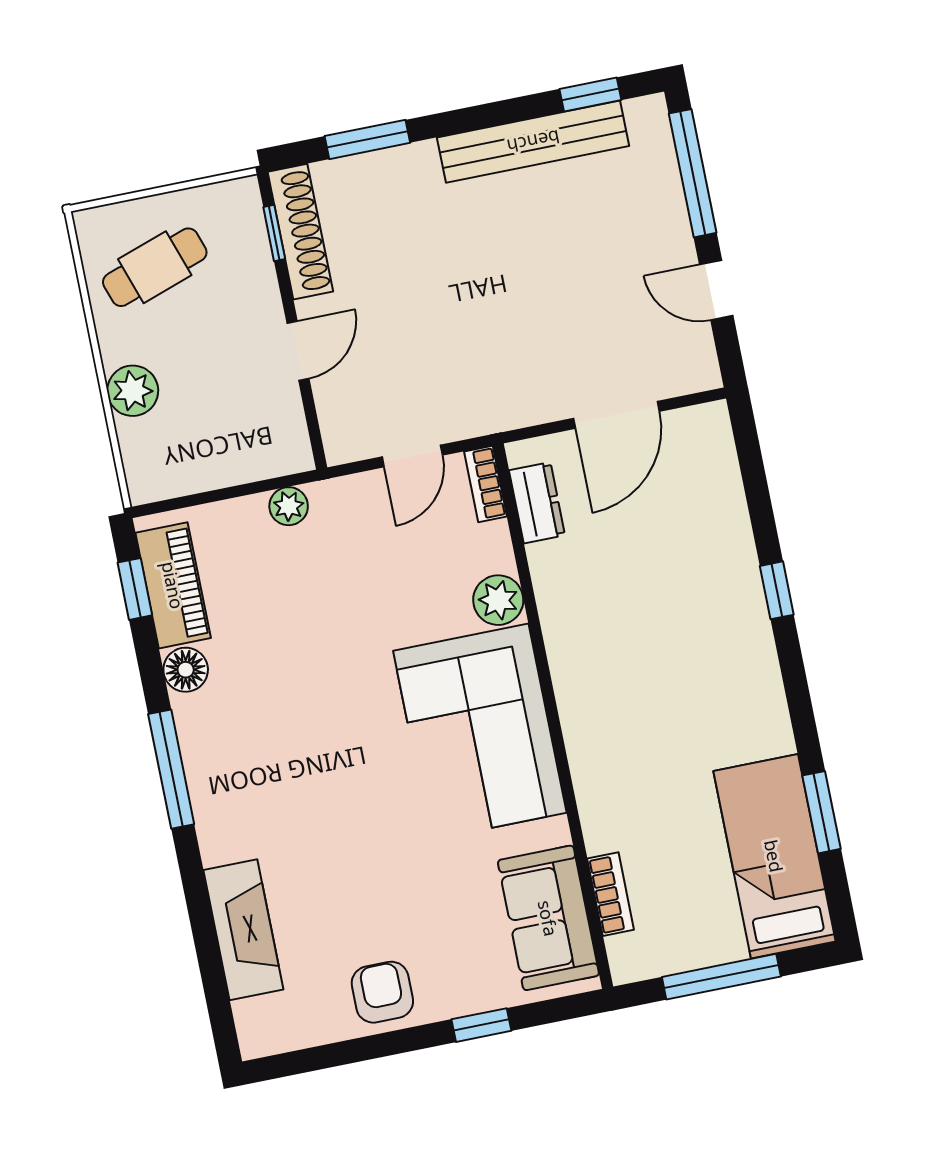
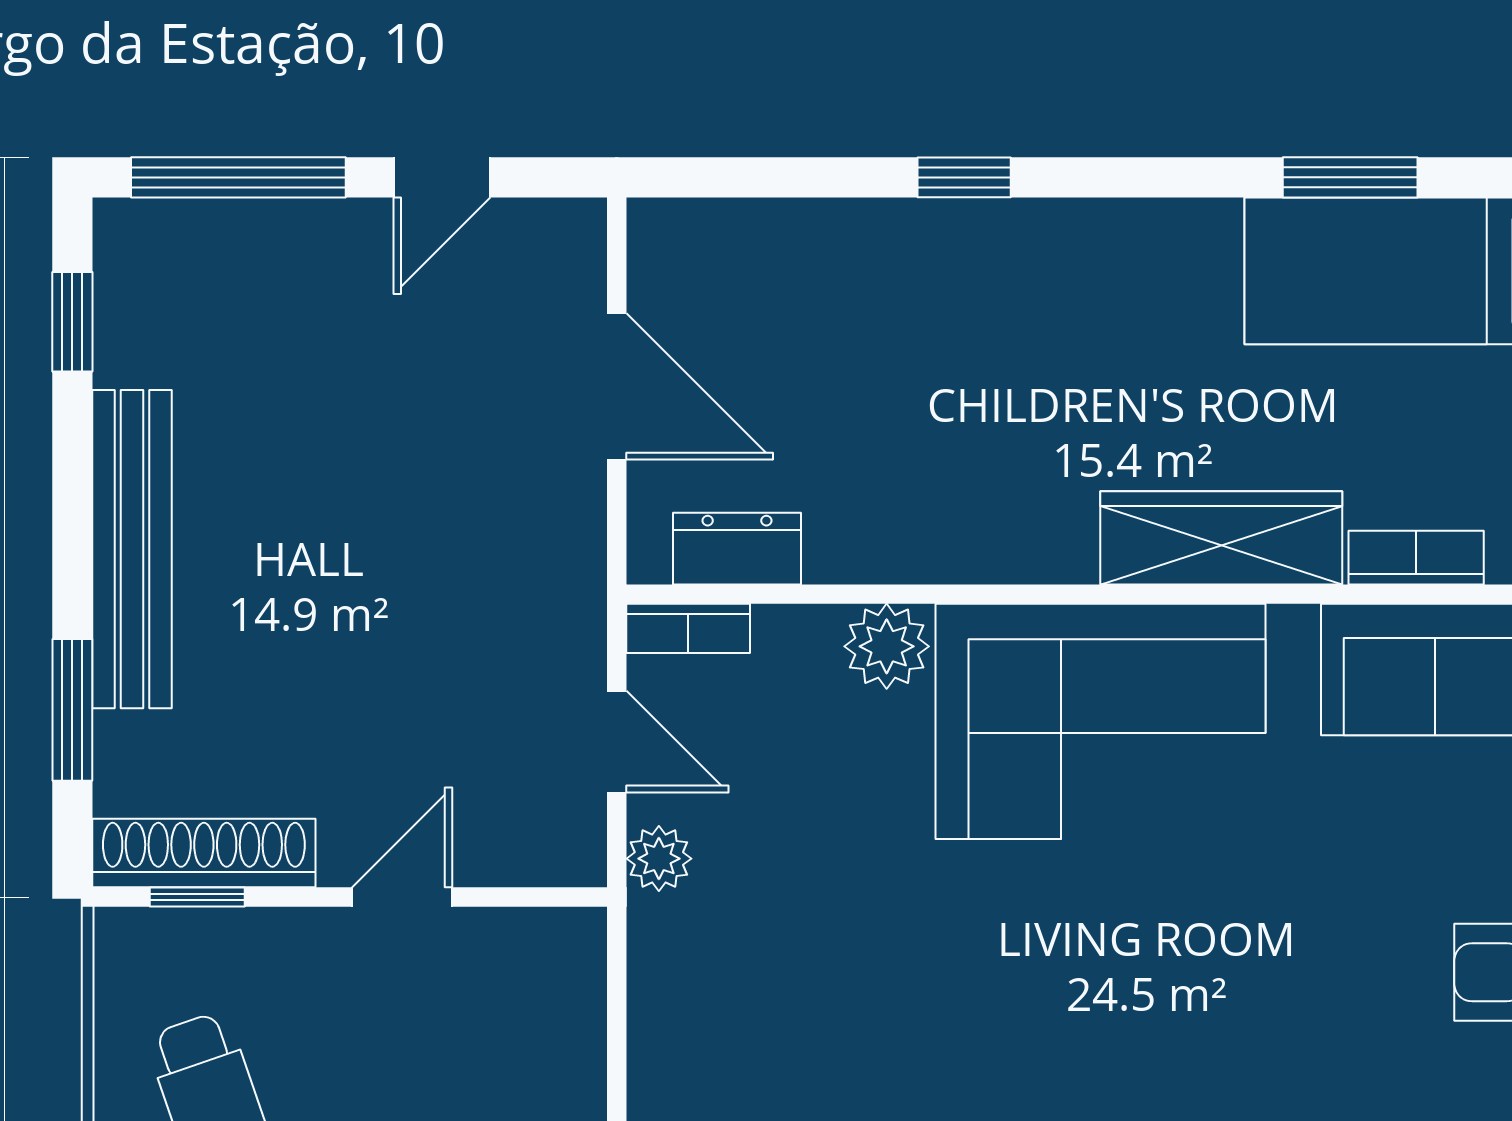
bench: (533, 142) -> (132, 549), moved
door: (298, 351) -> (402, 897), hinge flipped
plant: (289, 506) -> (659, 859), moved
wardrobe: (599, 780) -> (1221, 538), added

